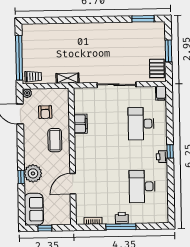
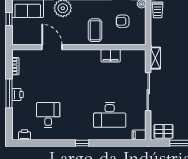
shelving: (68, 78) -> (155, 58), moved
desk: (141, 124) -> (110, 115), turned 180
coffee table: (55, 140) -> (95, 30), turned 90
printer: (162, 157) -> (24, 135), moved
desk: (142, 186) -> (48, 115), width x0.73

